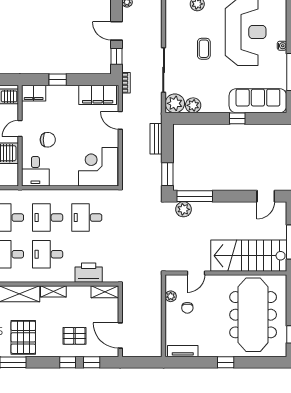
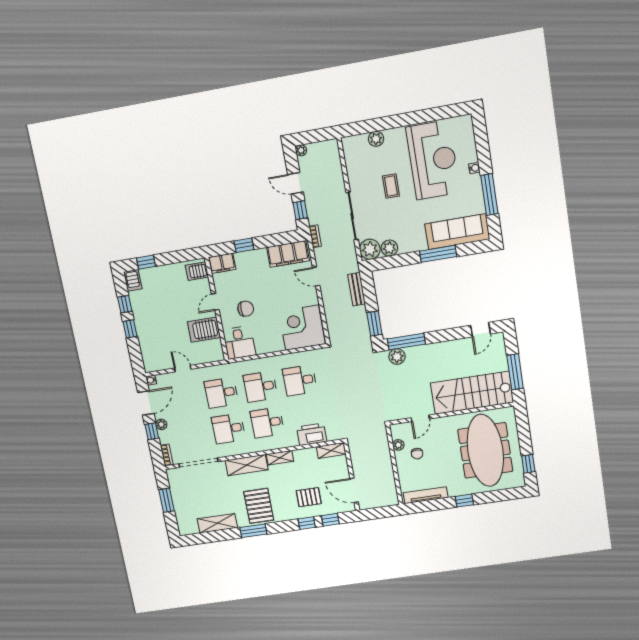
window: (237, 118) -> (438, 254), width x2.17
tv unit: (183, 351) -> (426, 495), width x1.41

